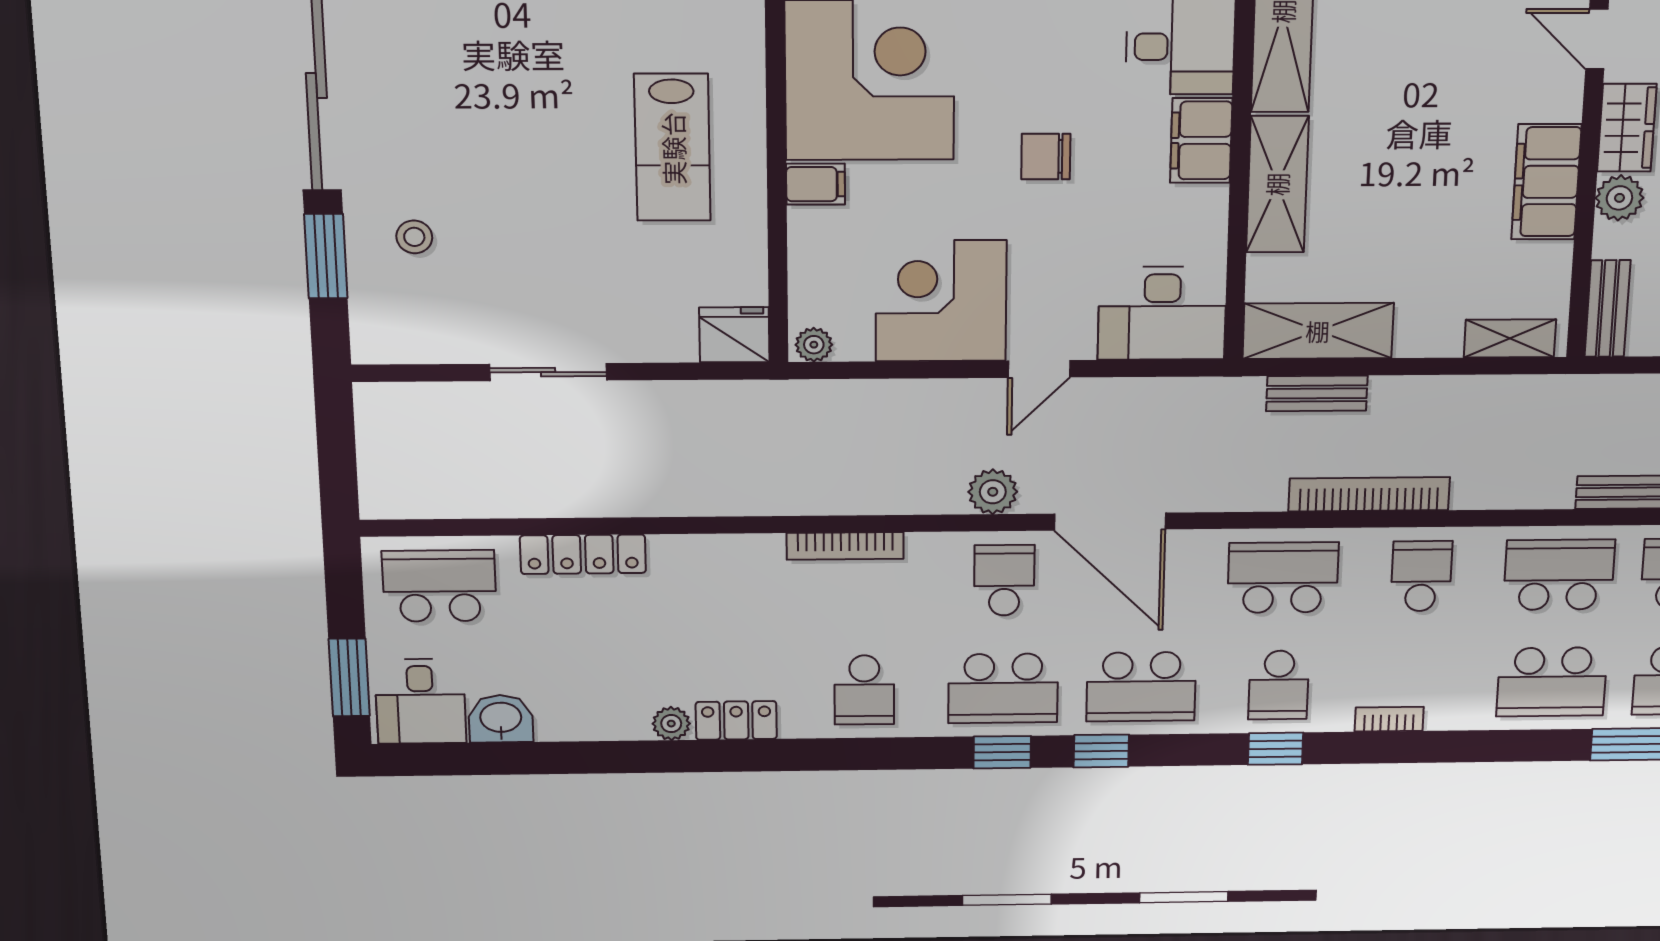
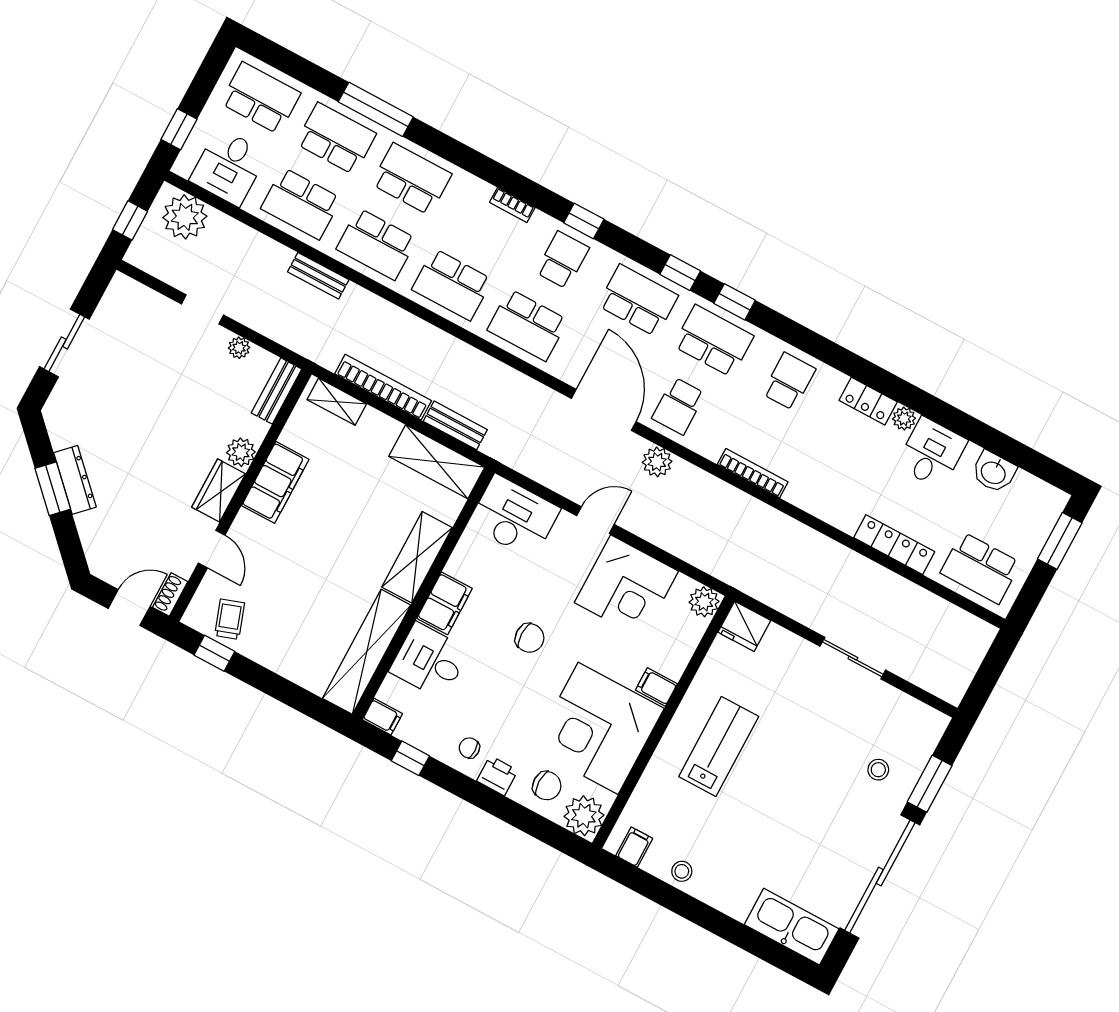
plant: (814, 345) -> (704, 602), width x1.38, depth x1.38
bookcase: (1369, 494) -> (383, 387), moved, turned 180
school desk: (1421, 576) -> (452, 285), width x1.85
desk: (421, 701) -> (932, 453), moved

